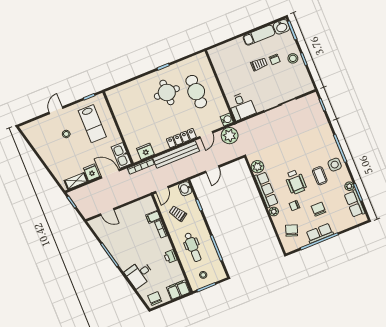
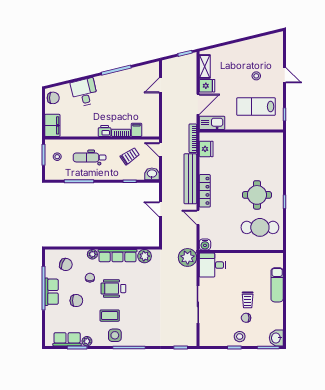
exam couch: (259, 35) -> (277, 285), moved
cafe table: (196, 92) -> (260, 227), moved
plant: (230, 136) -> (188, 257), moved
printer: (170, 257) -> (105, 131), moved

